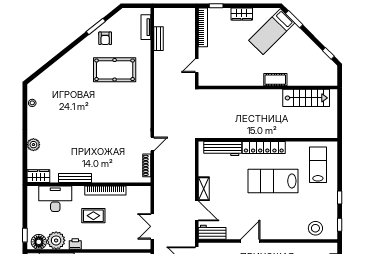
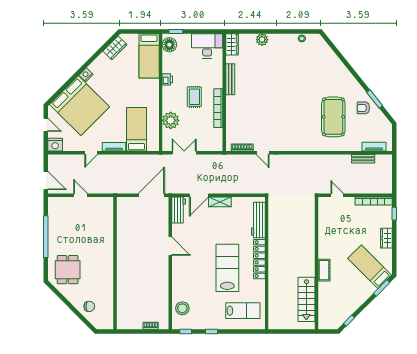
desk: (55, 199) -> (207, 46), moved, turned -90
plant: (56, 240) -> (171, 120), moved

